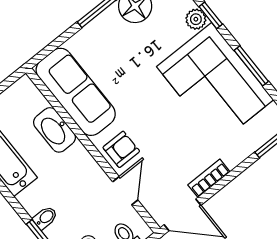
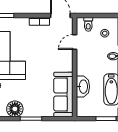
armchair: (121, 149) -> (64, 59), removed

